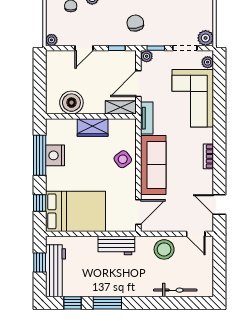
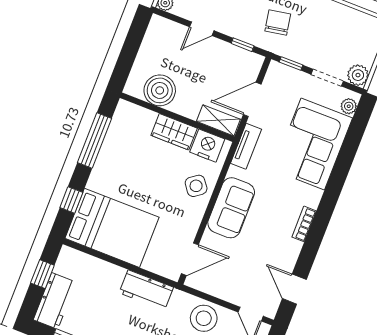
plant: (147, 56) -> (276, 69), removed
nightstand: (55, 155) -> (207, 146), moved, turned 90
sofa: (153, 165) -> (231, 208), width x0.73
workbench: (55, 271) -> (55, 301), width x0.73

